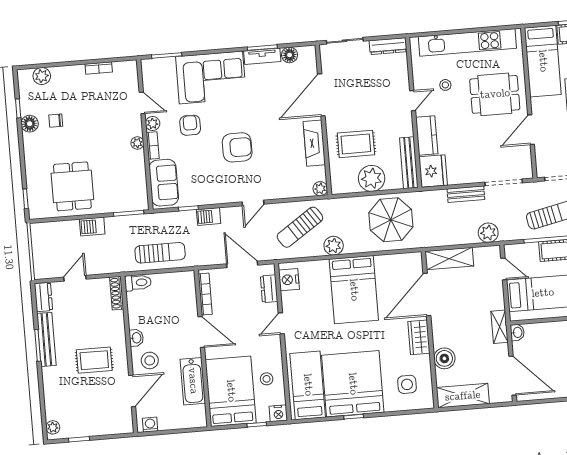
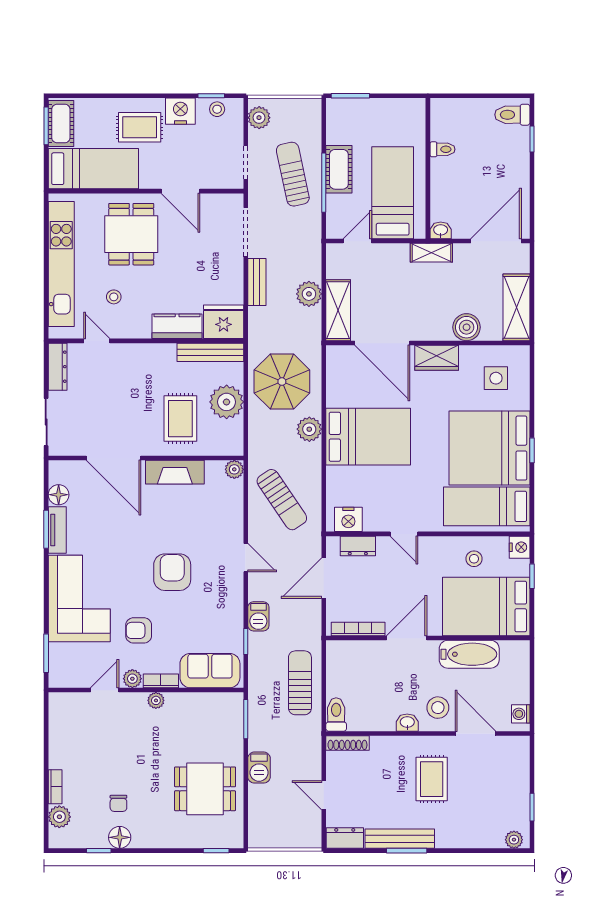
bookcase: (99, 68) -> (55, 787), moved
door: (413, 101) -> (97, 341), moved
plant: (488, 233) -> (309, 294), moved
plant: (334, 246) -> (309, 429), moved

